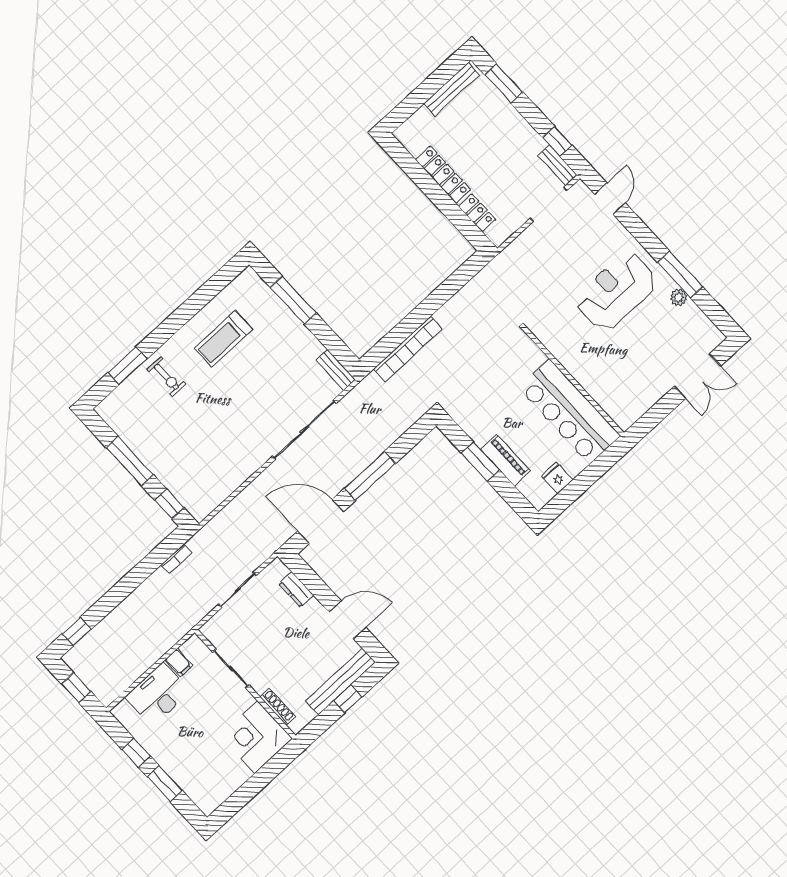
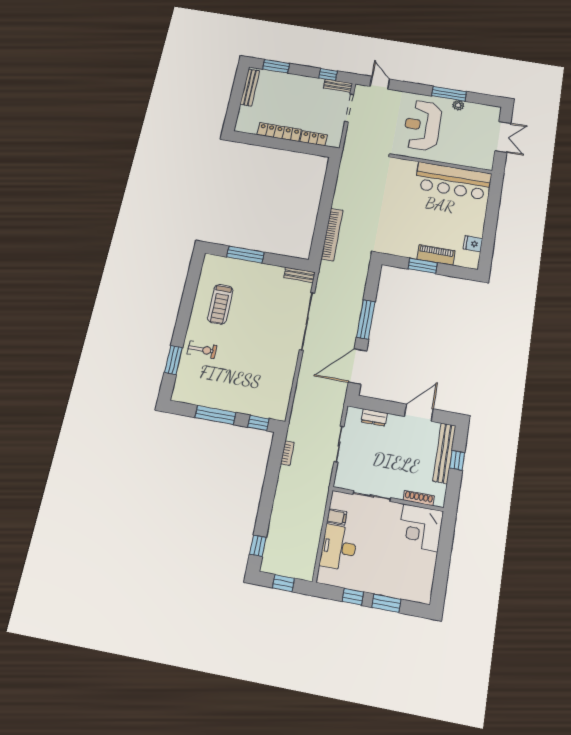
wall: (573, 381) -> (442, 164), moved
bar counter: (569, 412) -> (453, 181), moved

